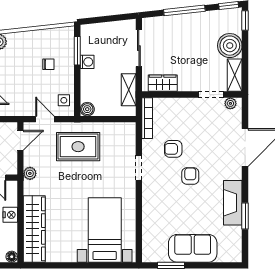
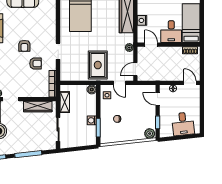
wardrobe: (163, 83) -> (38, 107), width x1.50
rug: (78, 147) -> (98, 65), turned 90

